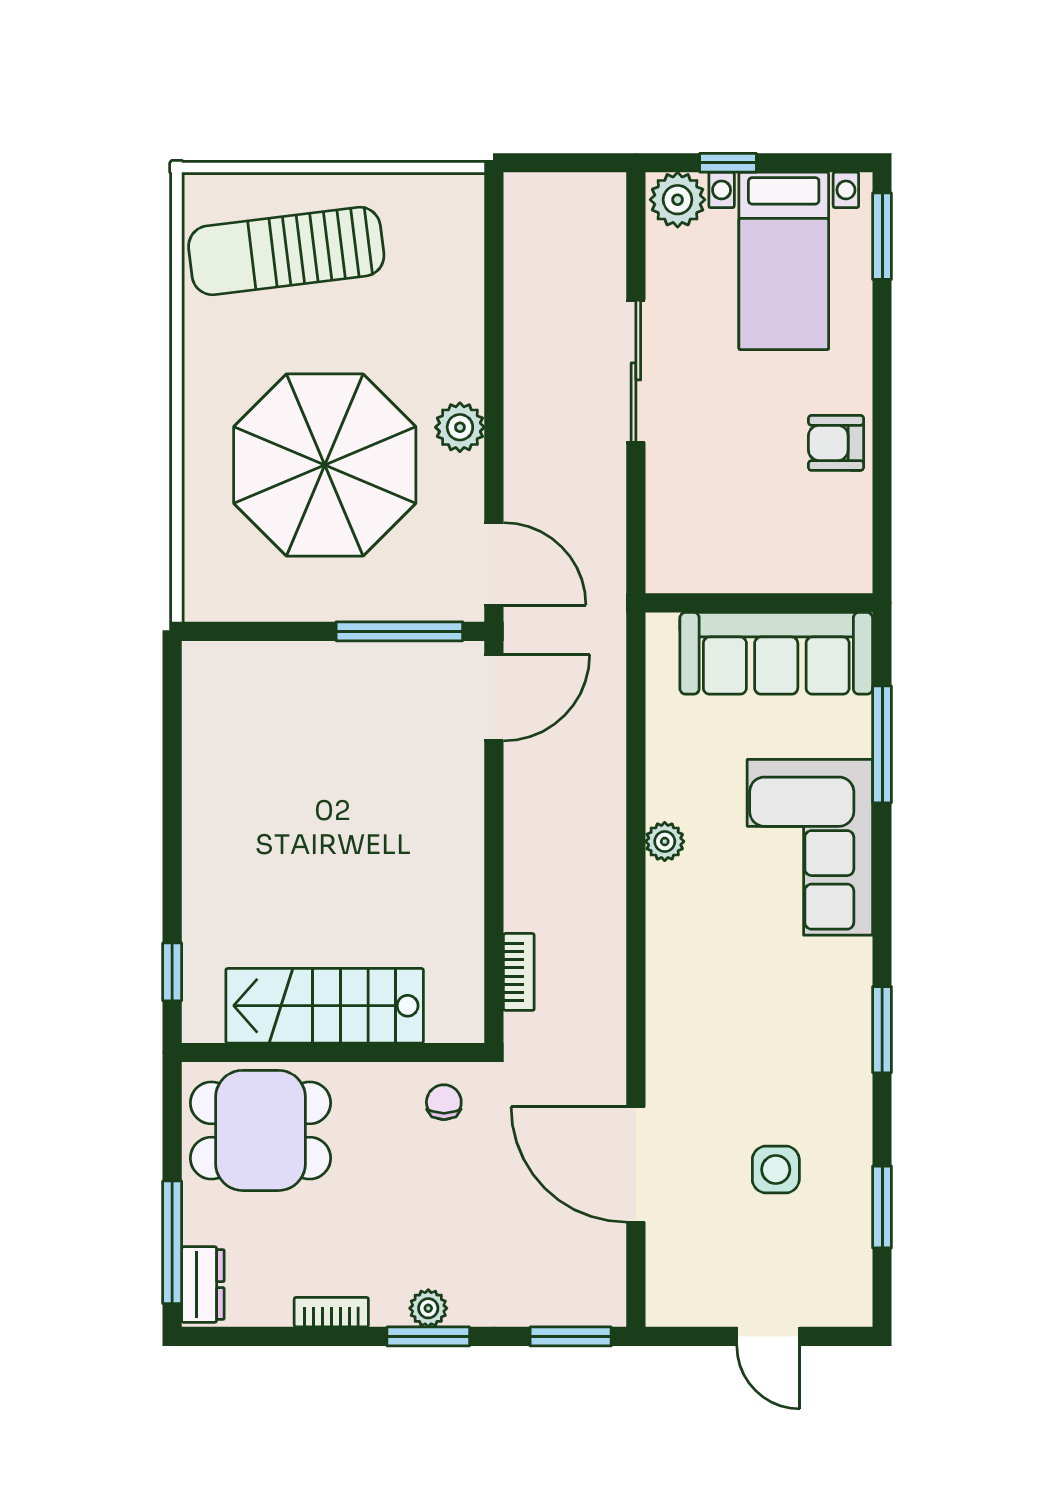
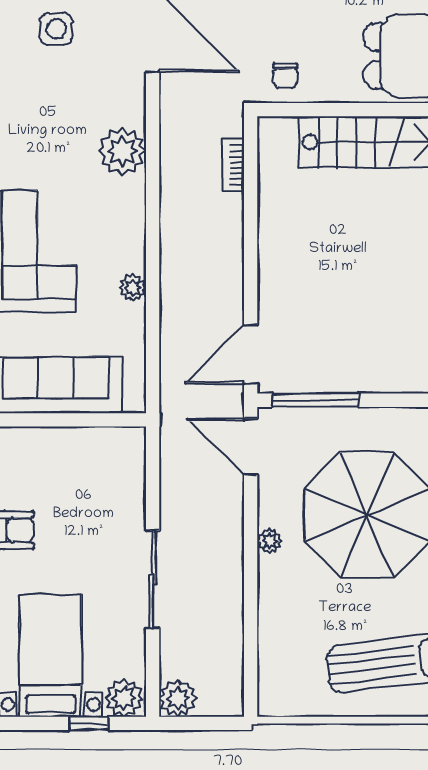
plant: (600, 199) -> (178, 698), added
plant: (460, 427) -> (269, 541), width x0.73, depth x0.73
plant: (665, 841) -> (133, 288), moved
plant: (680, 992) -> (122, 151), added

